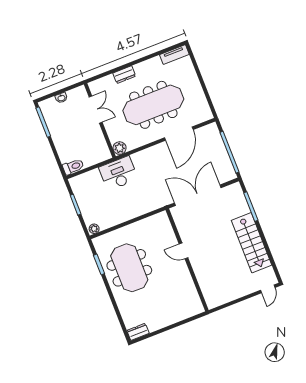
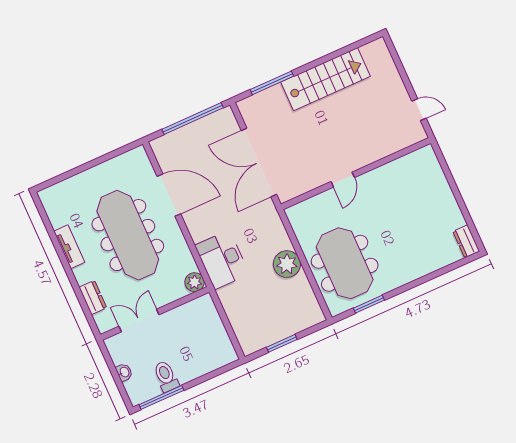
tv unit: (174, 55) -> (69, 247), moved
dresser: (124, 75) -> (93, 298), moved
toilet: (73, 167) -> (166, 376), moved
desk: (118, 173) -> (222, 260), moved
plant: (94, 229) -> (287, 264), moved, width x1.88, depth x1.88
meeting table: (129, 268) -> (345, 263), moved, turned 90
door: (268, 289) -> (419, 110), moved

